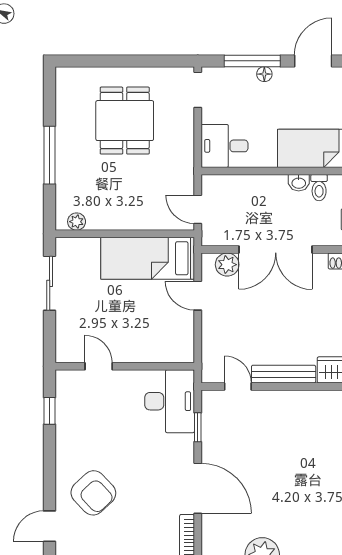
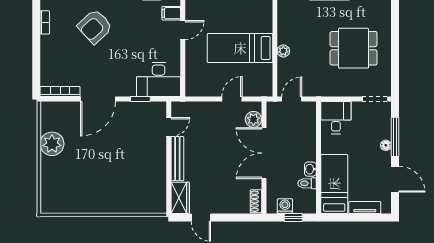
plant: (77, 222) -> (283, 51), moved
bed: (148, 258) -> (240, 48), moved, turned -90
filing cabinet: (74, 383) -> (171, 13), added

